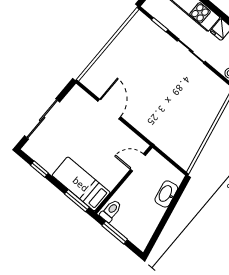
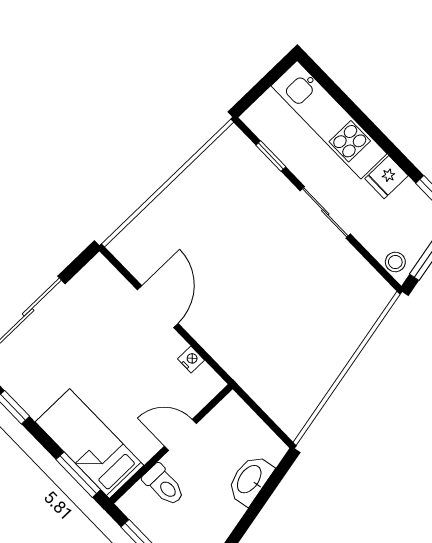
nightstand: (129, 135) -> (191, 359), added
door: (138, 162) -> (180, 435), moved
toilet: (111, 211) -> (164, 485), moved, turned 90

